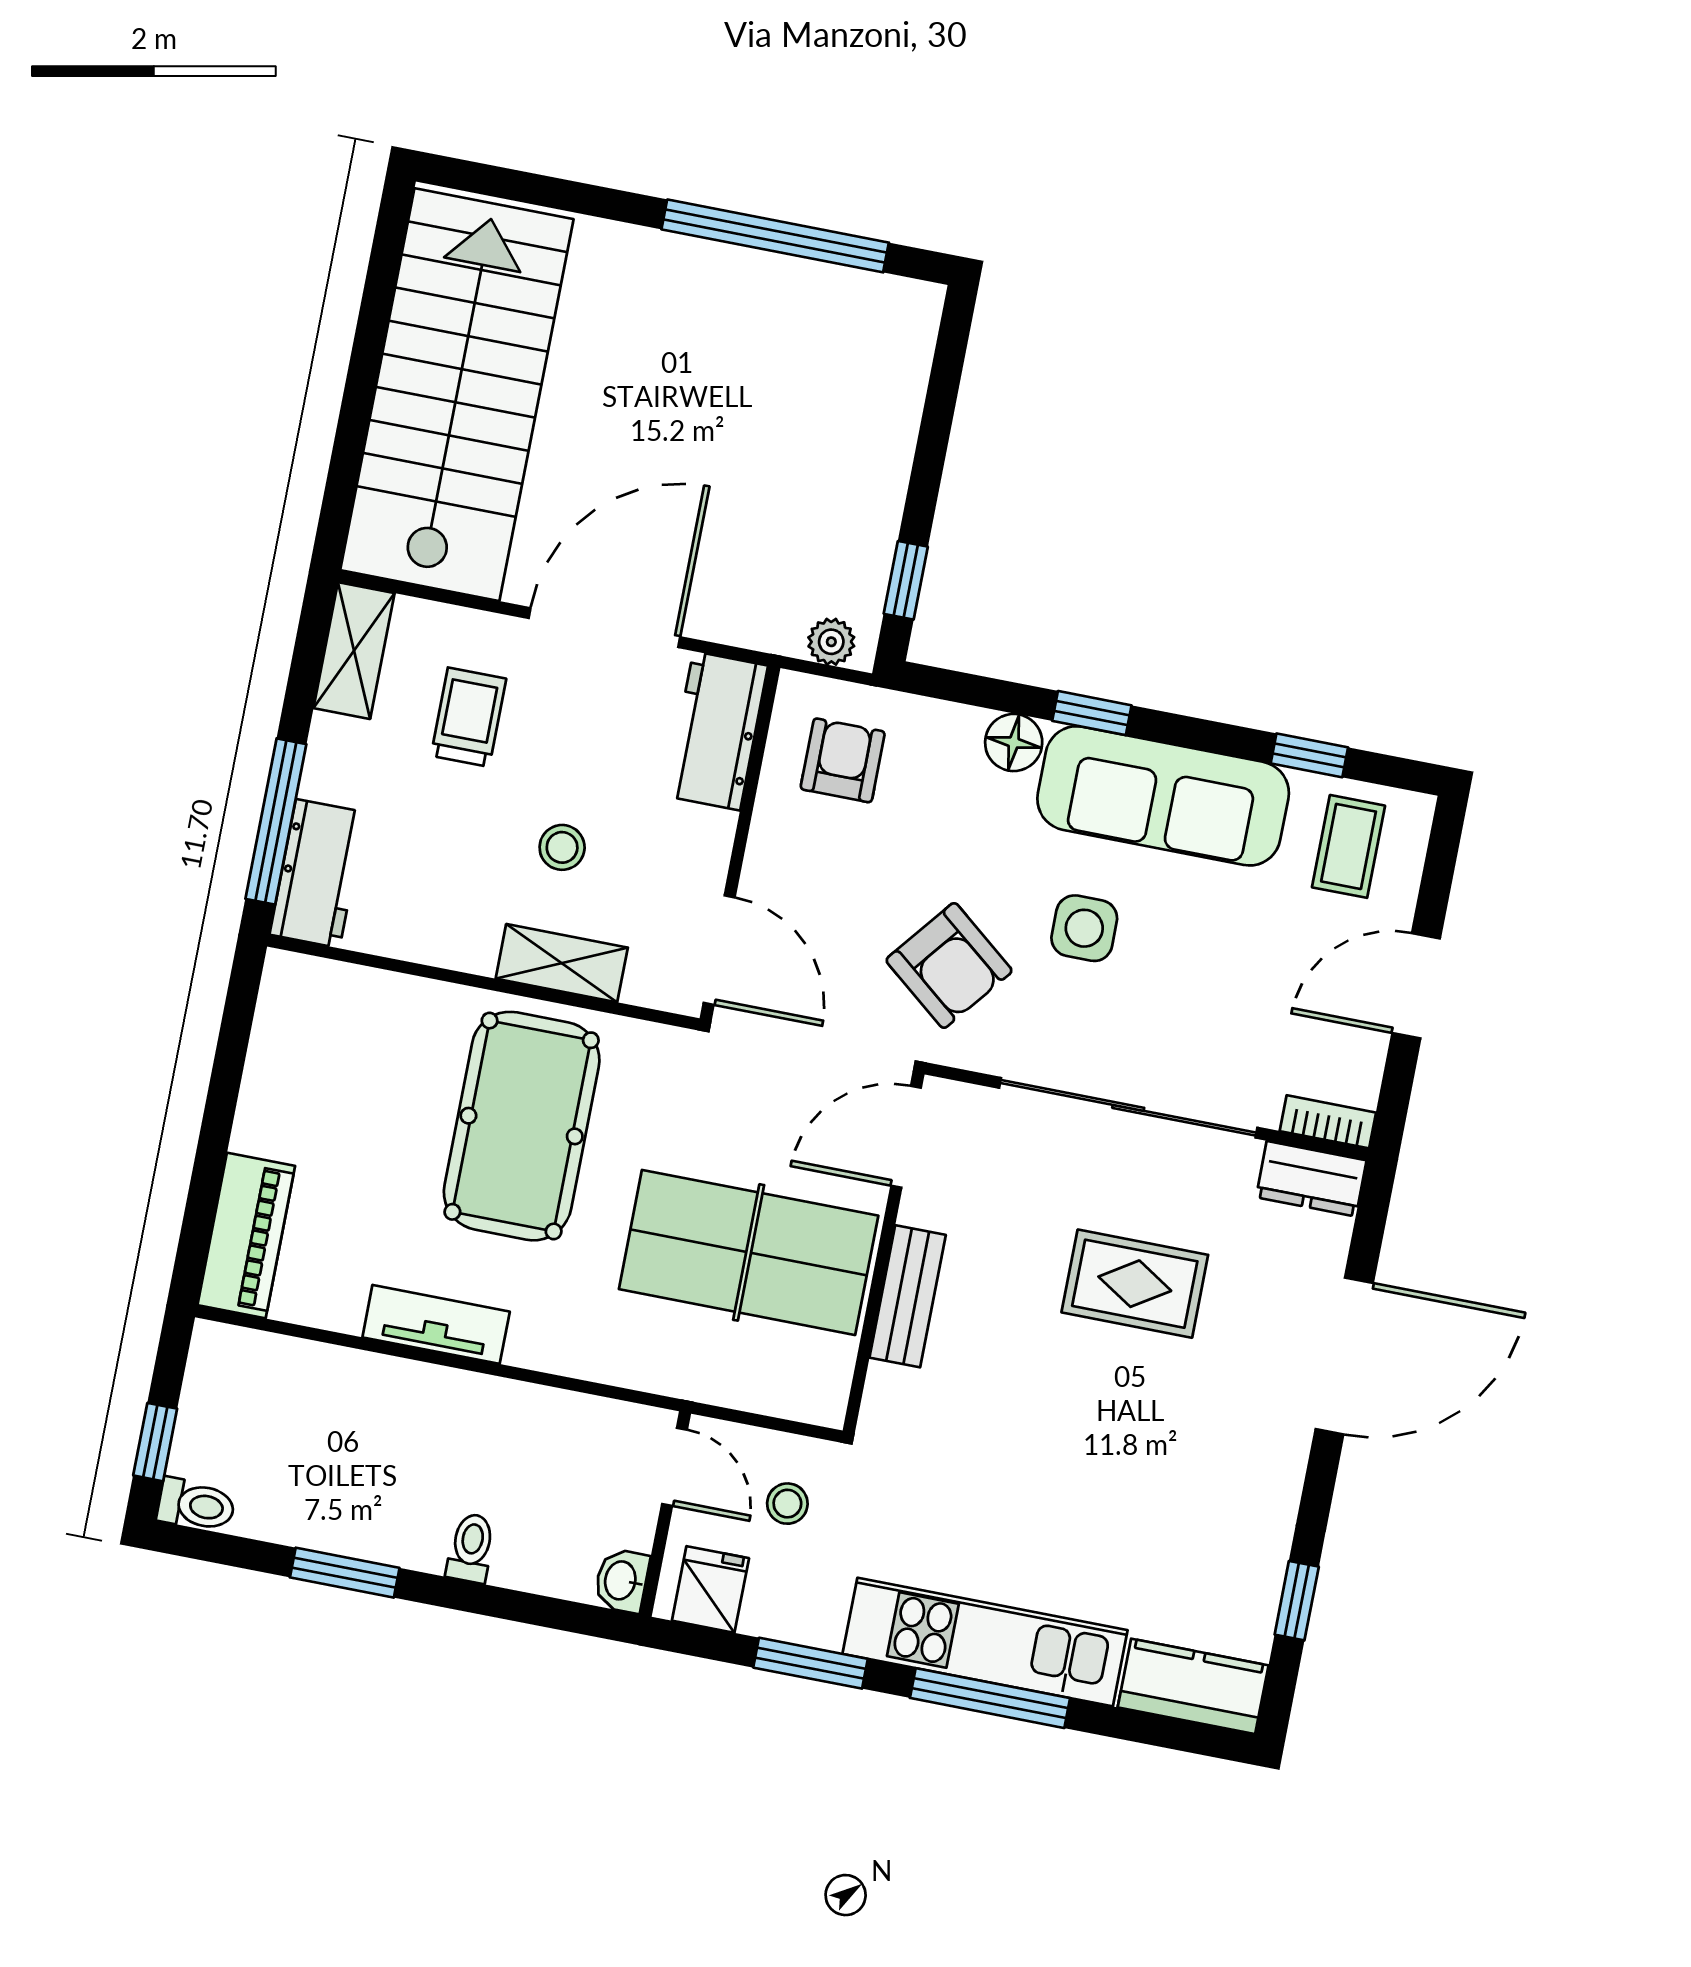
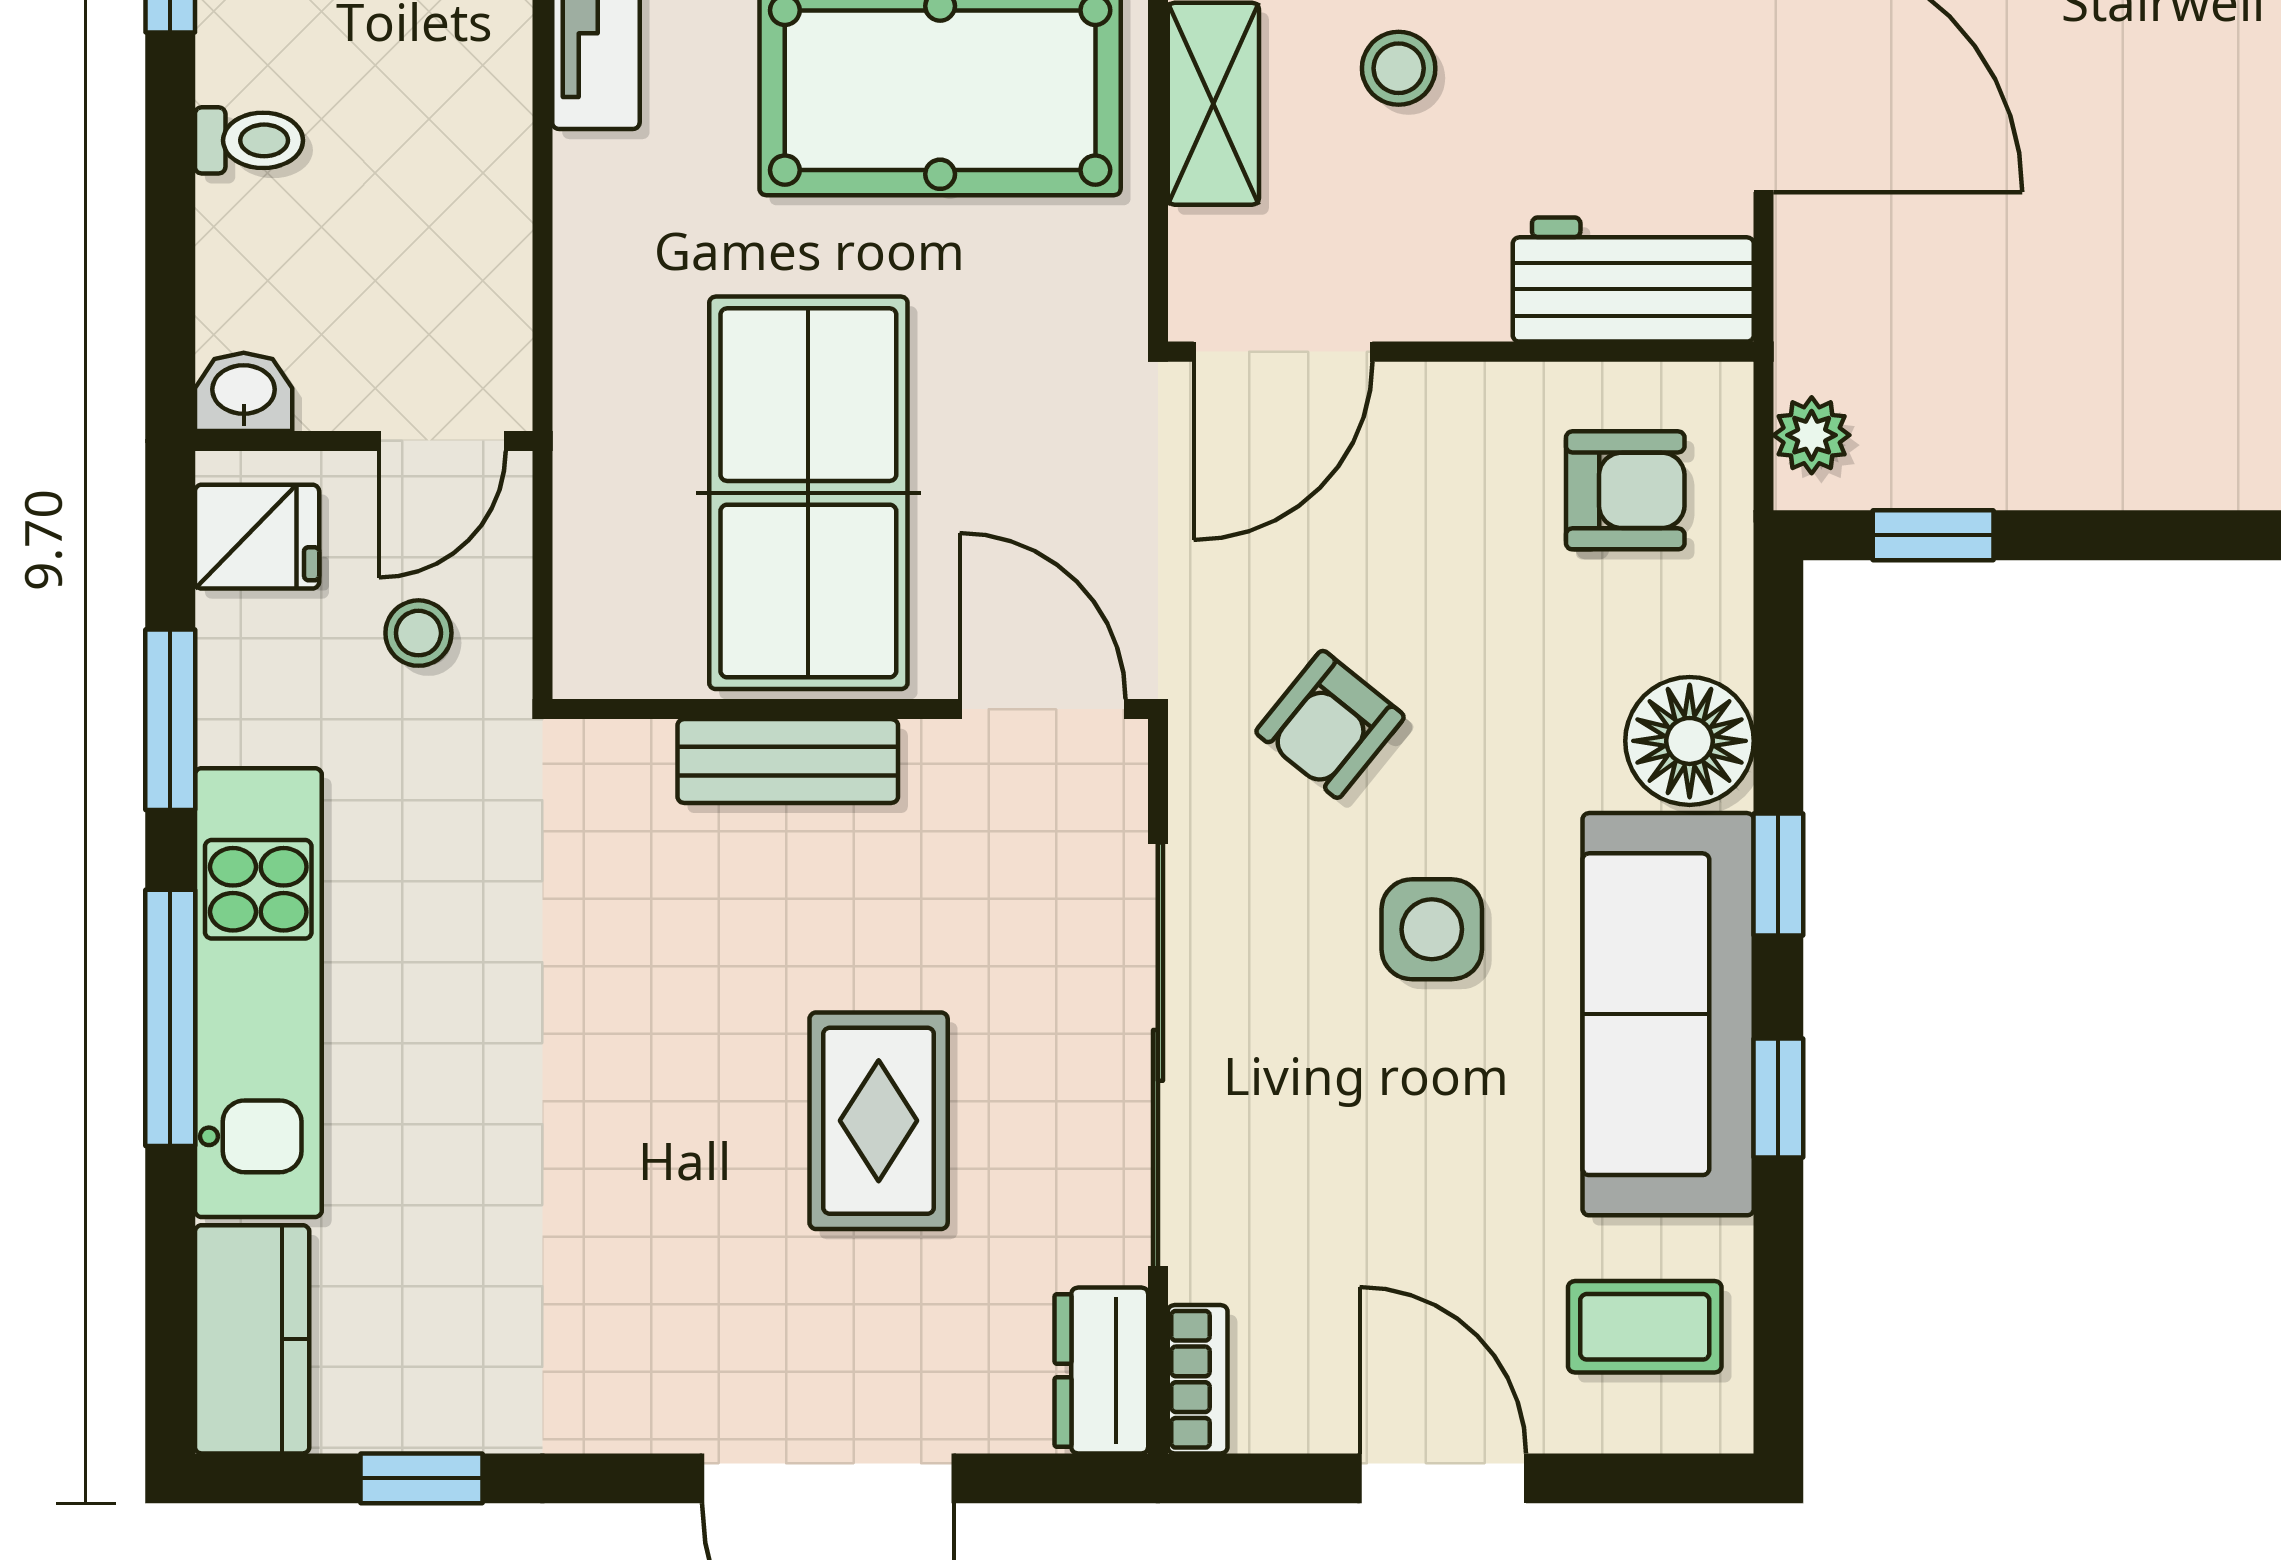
floor lamp: (1014, 743) -> (1690, 741), width x1.38, depth x1.38
window: (1309, 755) -> (1778, 1098), moved
armchair: (949, 965) -> (1330, 724), width x0.72, depth x0.72

